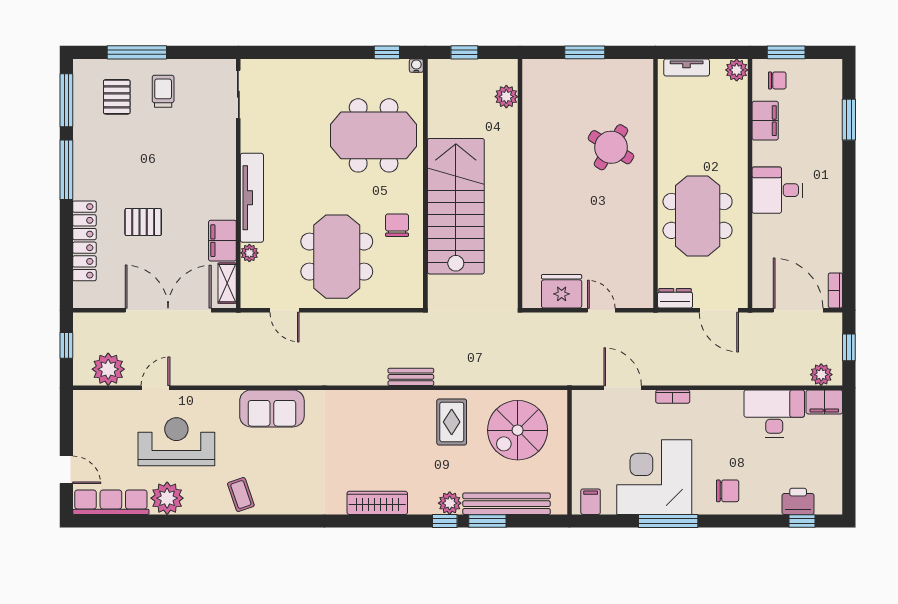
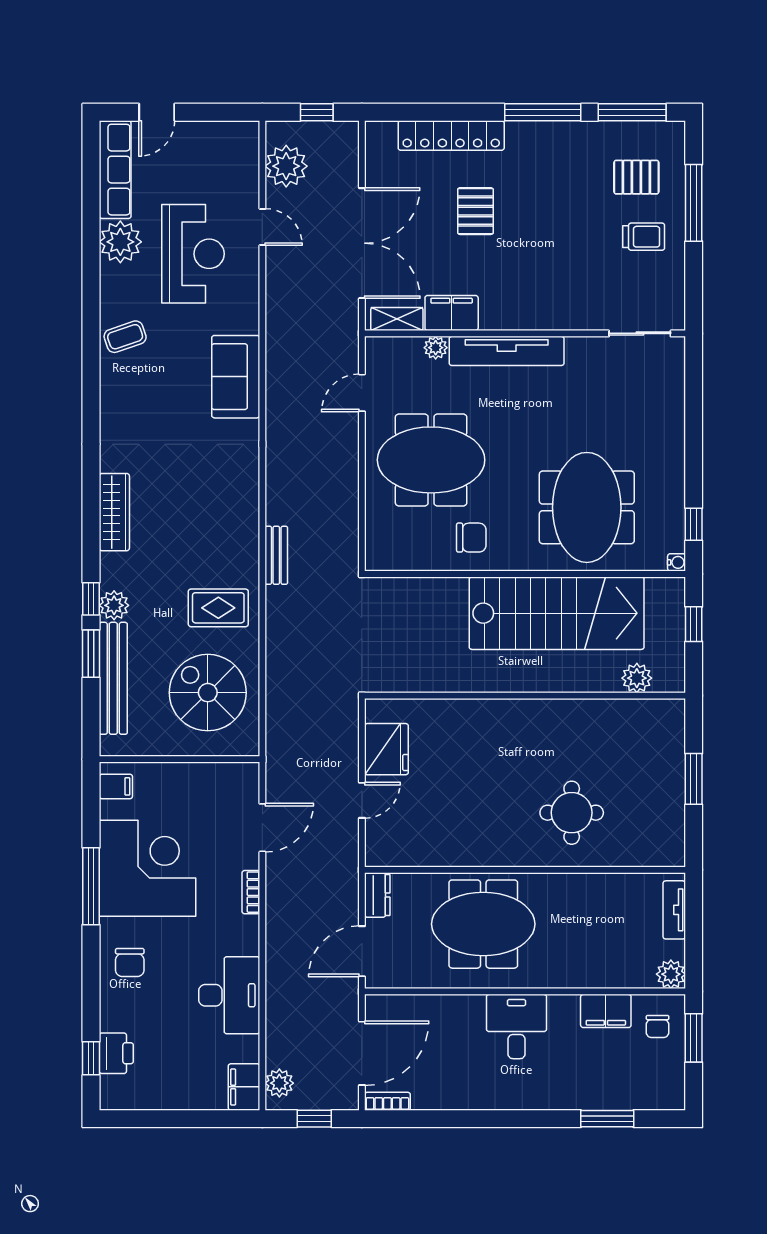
round table: (611, 147) -> (572, 813), turned -32
stairs: (456, 206) -> (557, 613), moved
desk: (774, 414) -> (229, 995), moved

